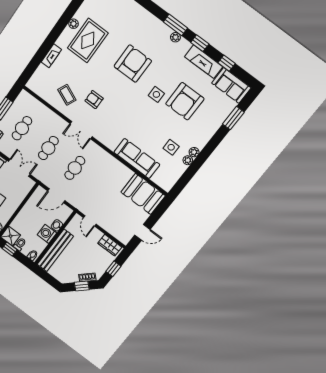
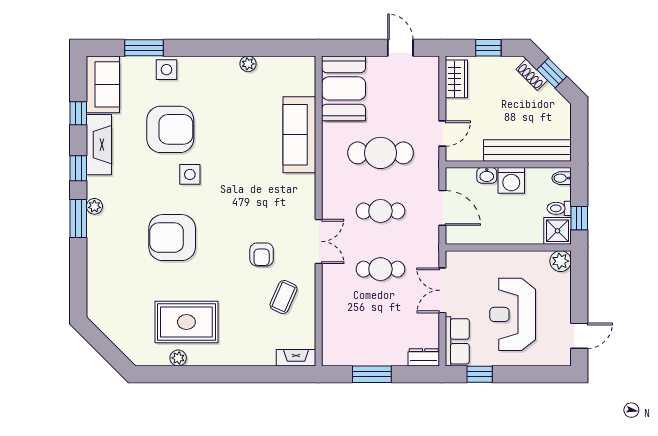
fireplace: (51, 56) -> (296, 358), moved
cafe table: (22, 128) -> (380, 153), moved, width x1.37, depth x1.35
side table: (171, 147) -> (167, 70), moved
plant: (194, 152) -> (230, 64), removed

